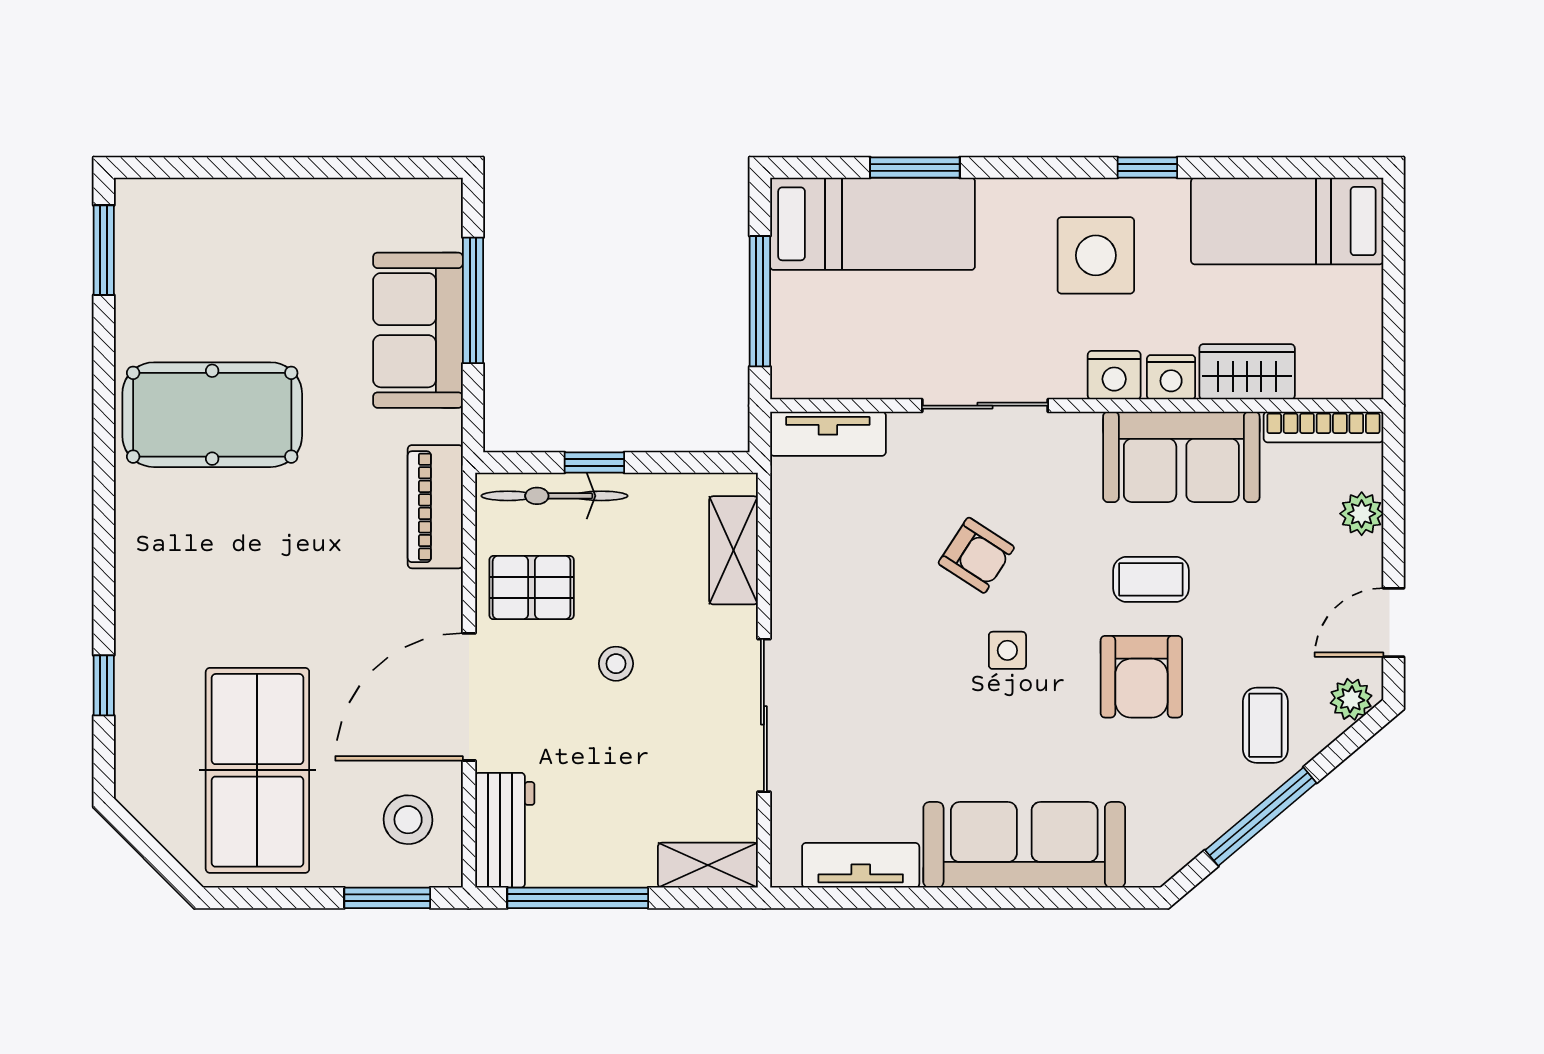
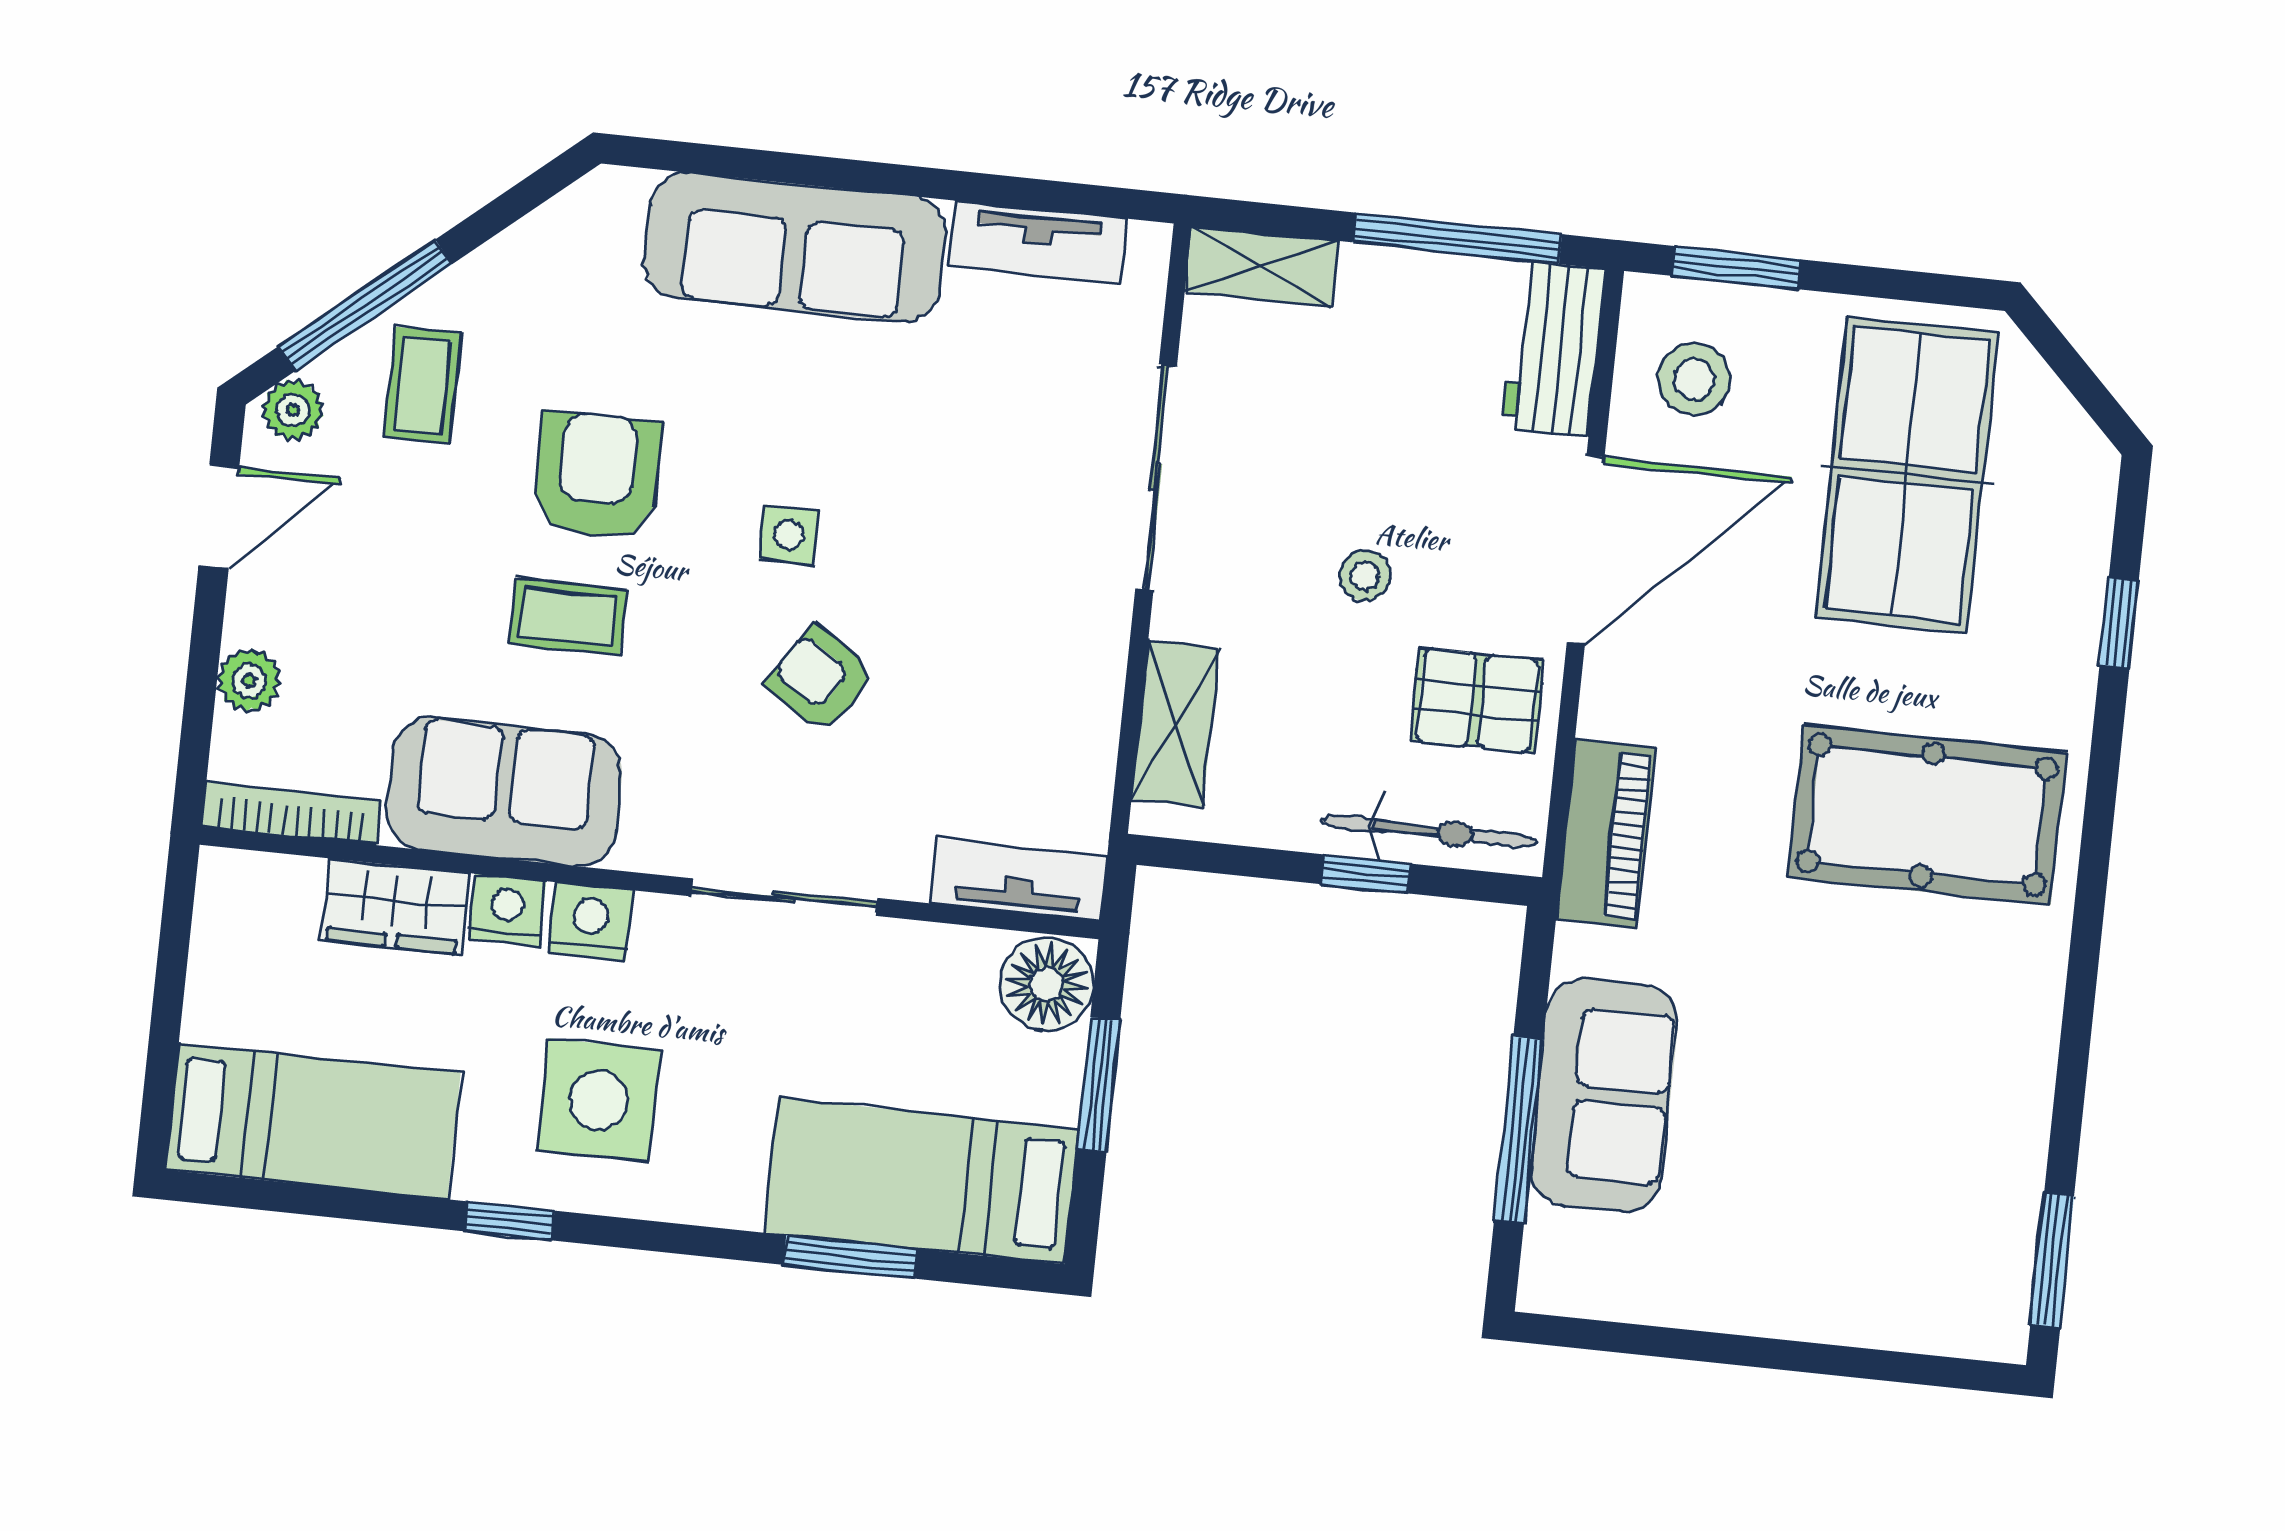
window: (760, 301) -> (1098, 1085), width x0.69
floor lamp: (802, 366) -> (1047, 984), added
pool table: (212, 415) -> (1927, 815), moved
window: (1261, 817) -> (365, 305), moved

